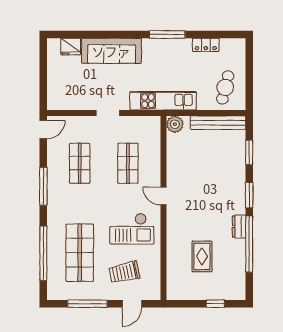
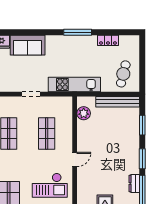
sofa: (111, 51) -> (28, 45), width x0.73
plant: (175, 124) -> (84, 113), moved
door: (164, 196) -> (75, 159), swing flipped

